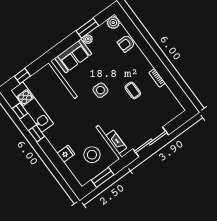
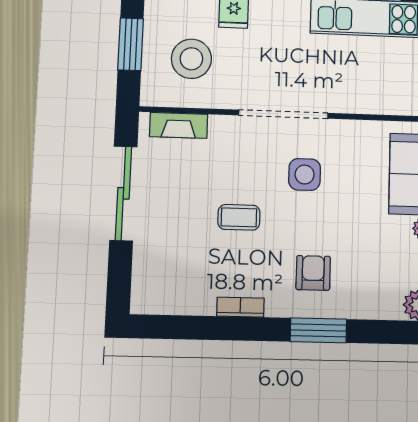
armchair: (126, 43) -> (313, 273), moved
window: (145, 48) -> (318, 330), added
coffee table: (133, 90) -> (239, 217), moved

